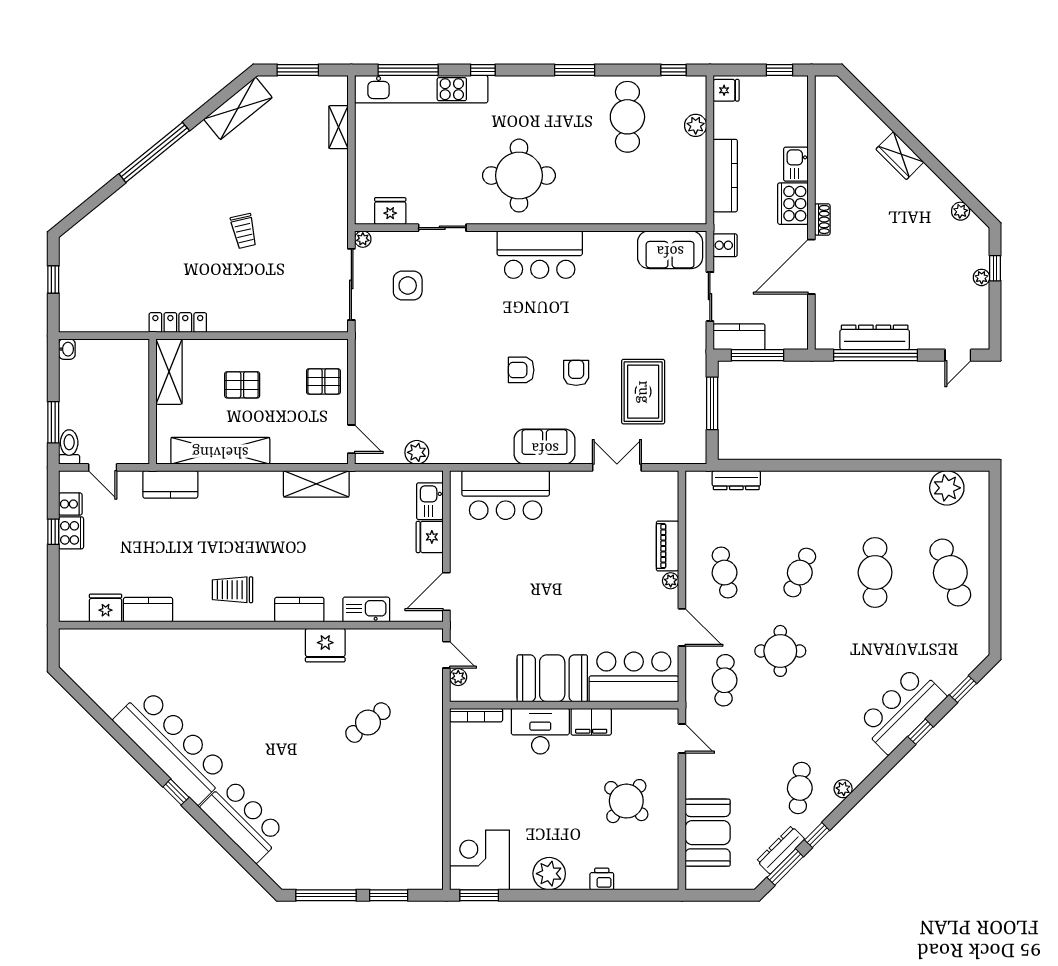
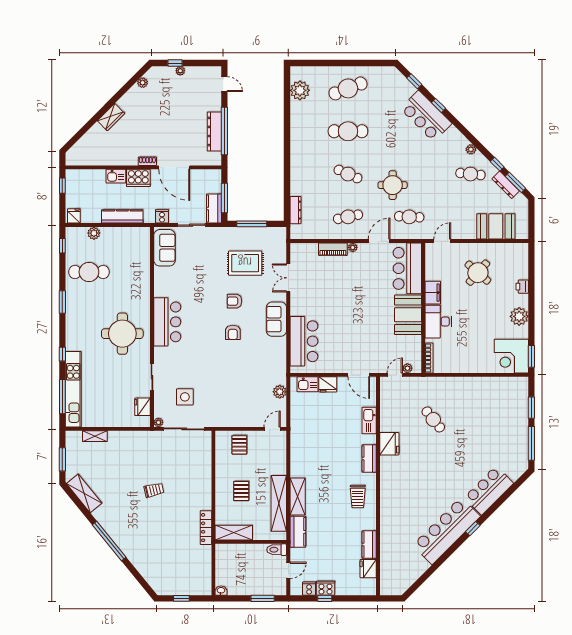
toilet: (69, 447) -> (277, 550), moved
shelving: (316, 484) -> (298, 497), moved

